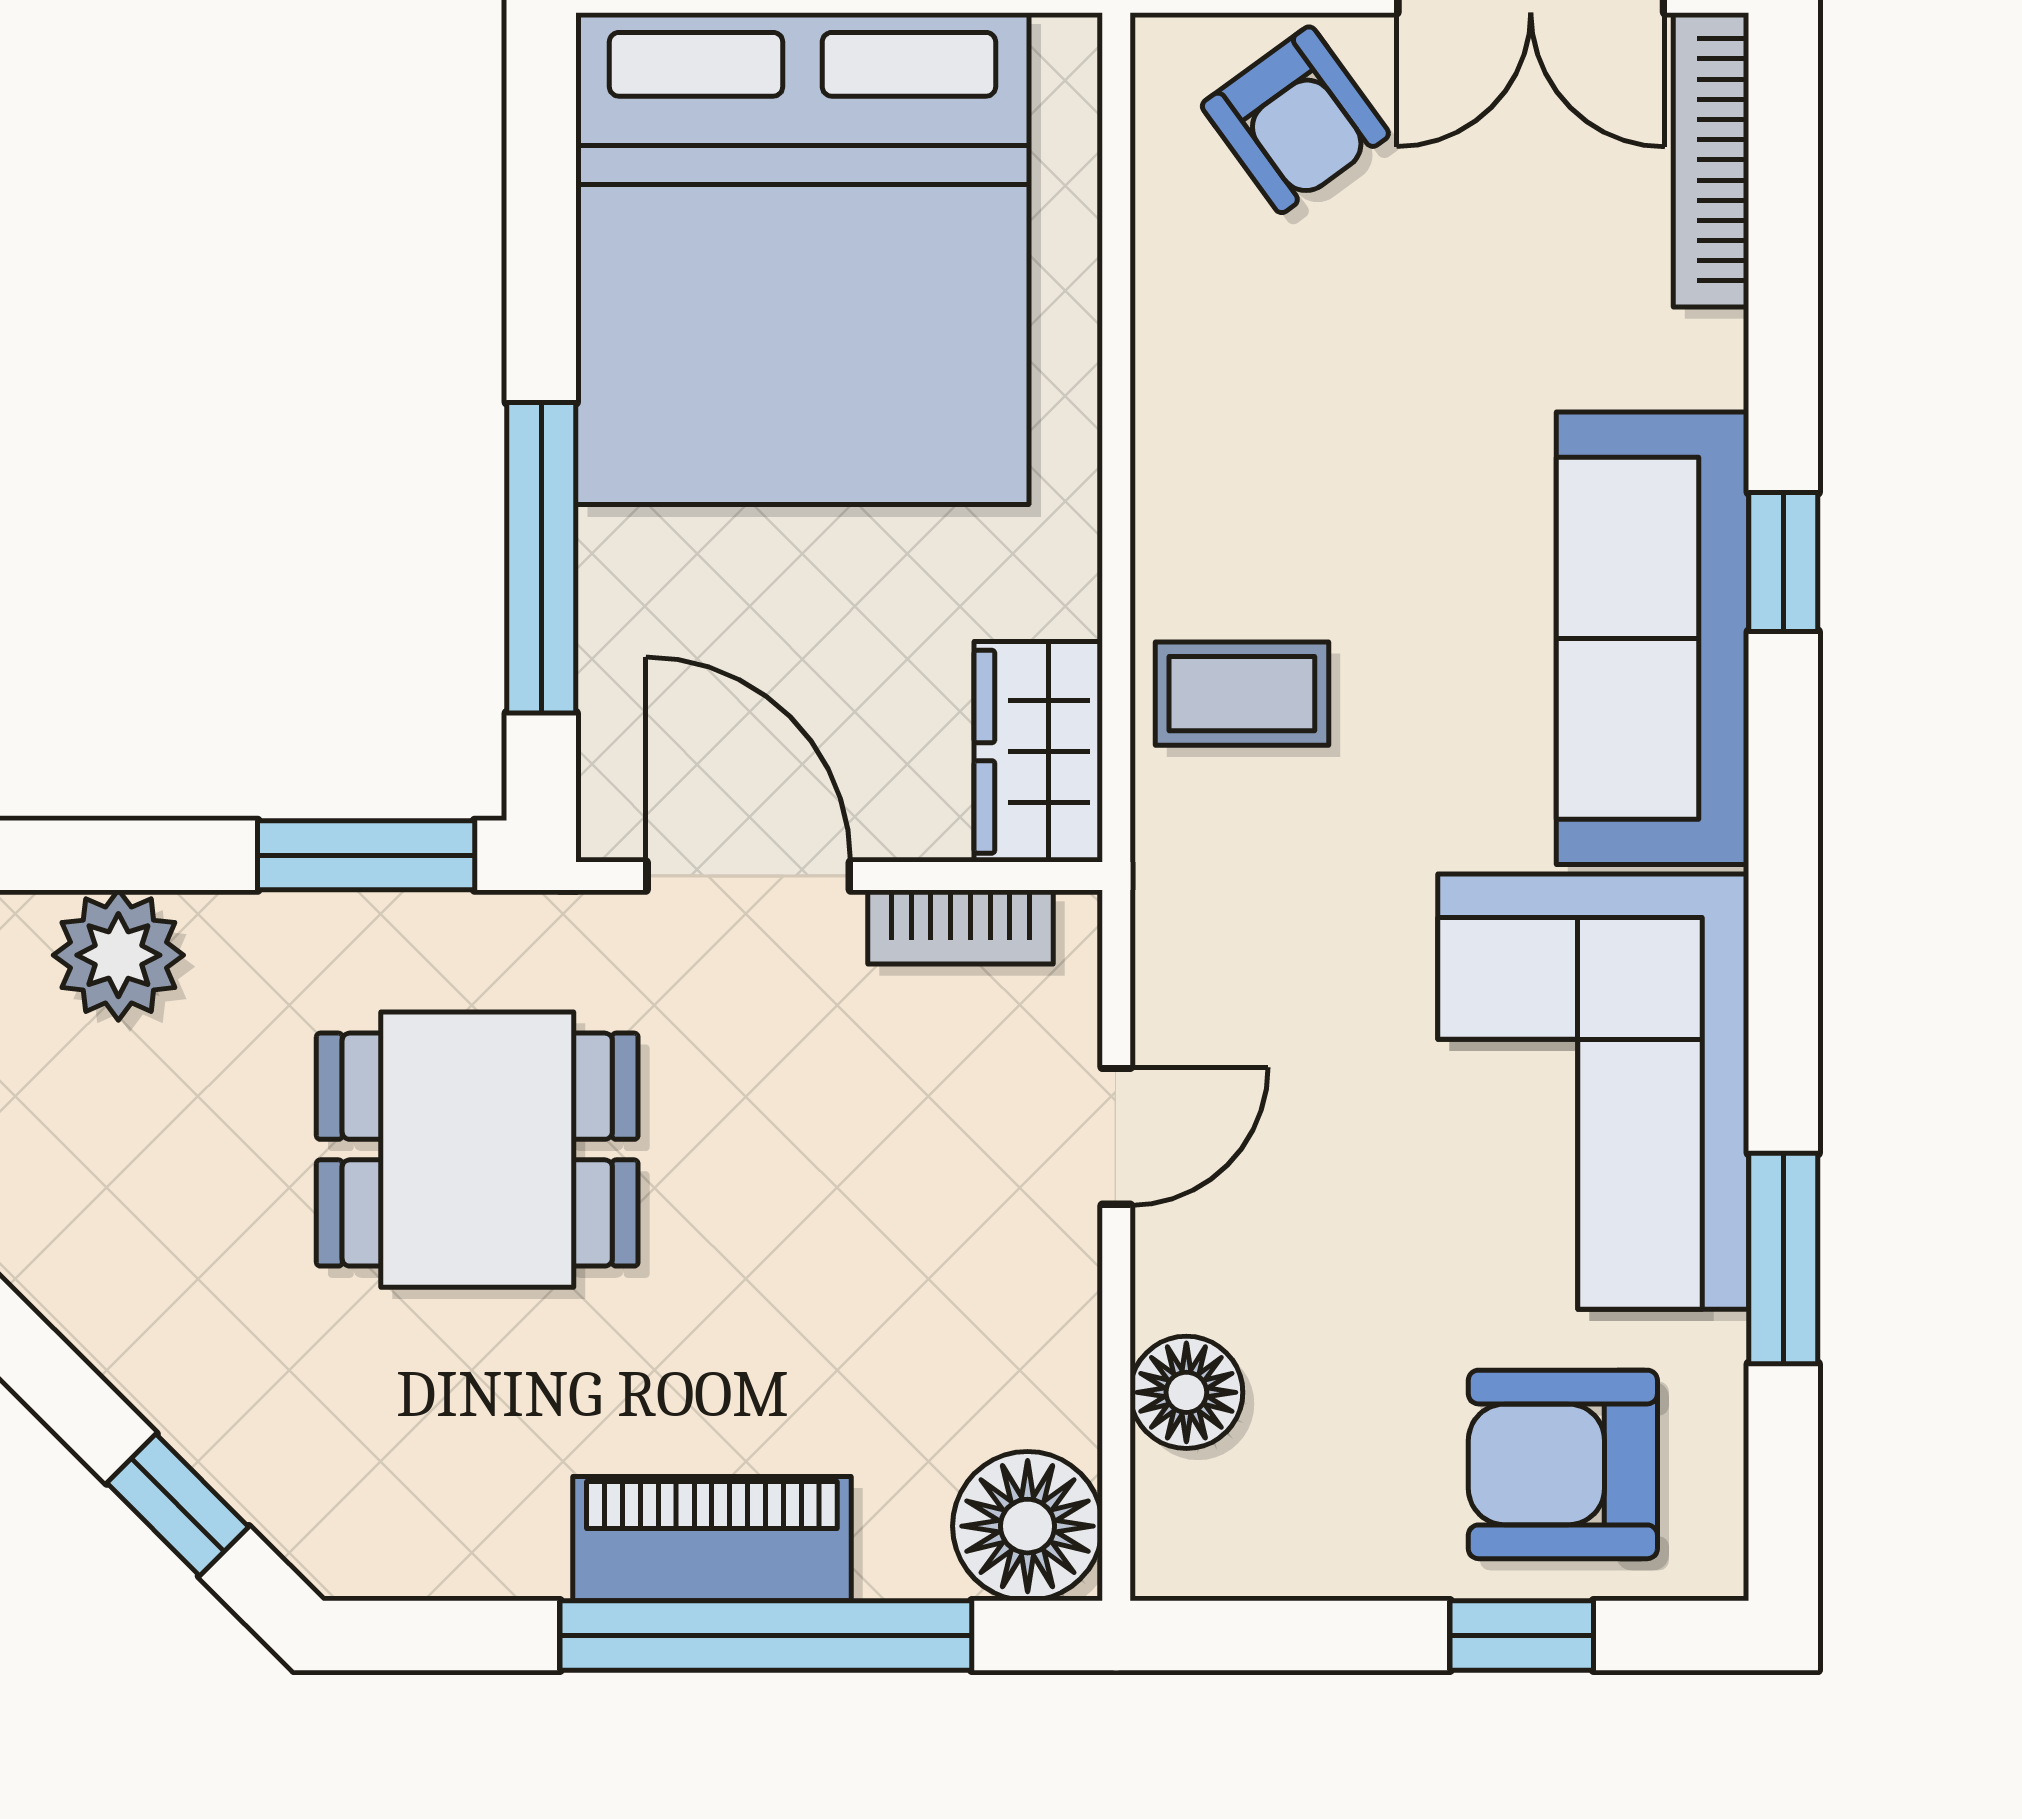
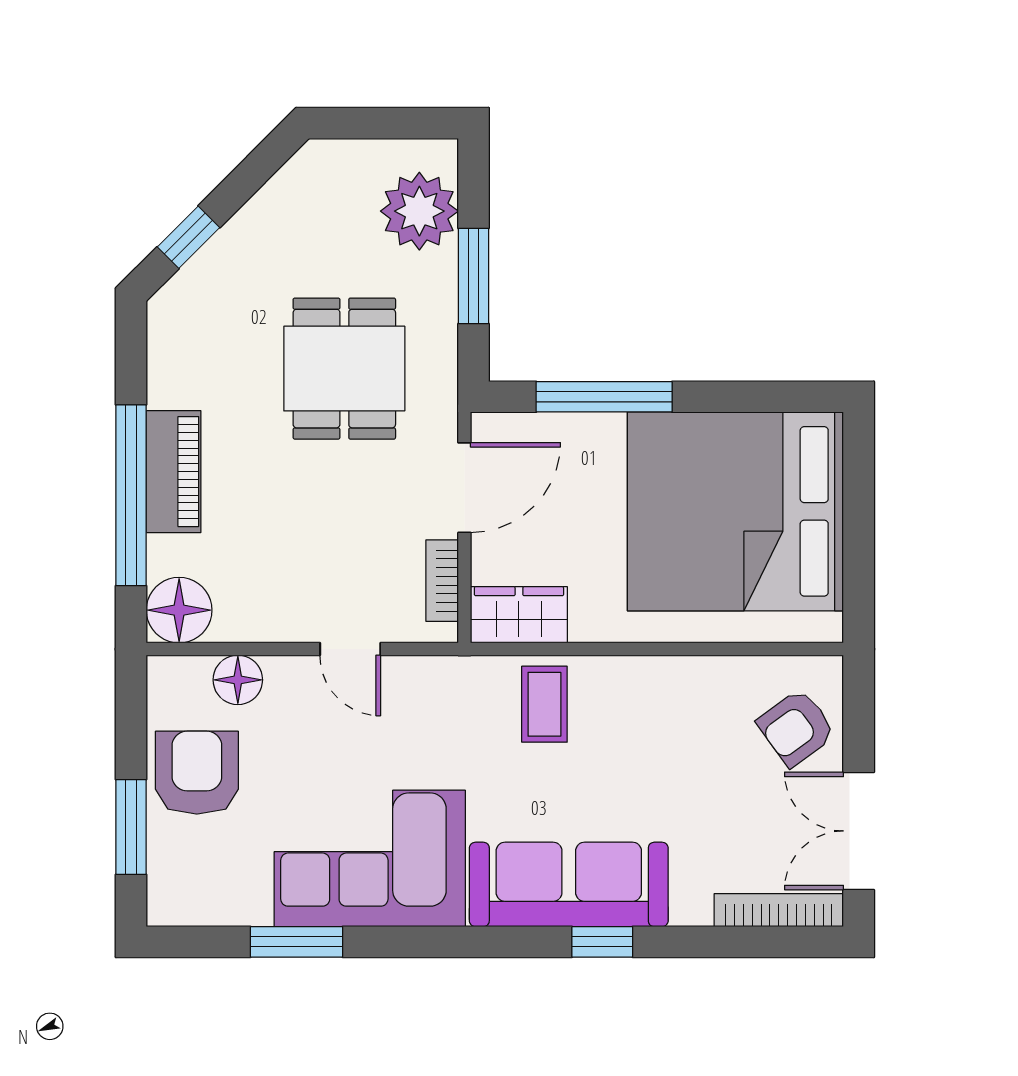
window: (366, 855) -> (474, 276), moved
plant: (118, 955) -> (419, 211), width x1.36, depth x1.36
armchair: (1563, 1464) -> (197, 773), moved
window: (1522, 1636) -> (131, 827), width x1.50

